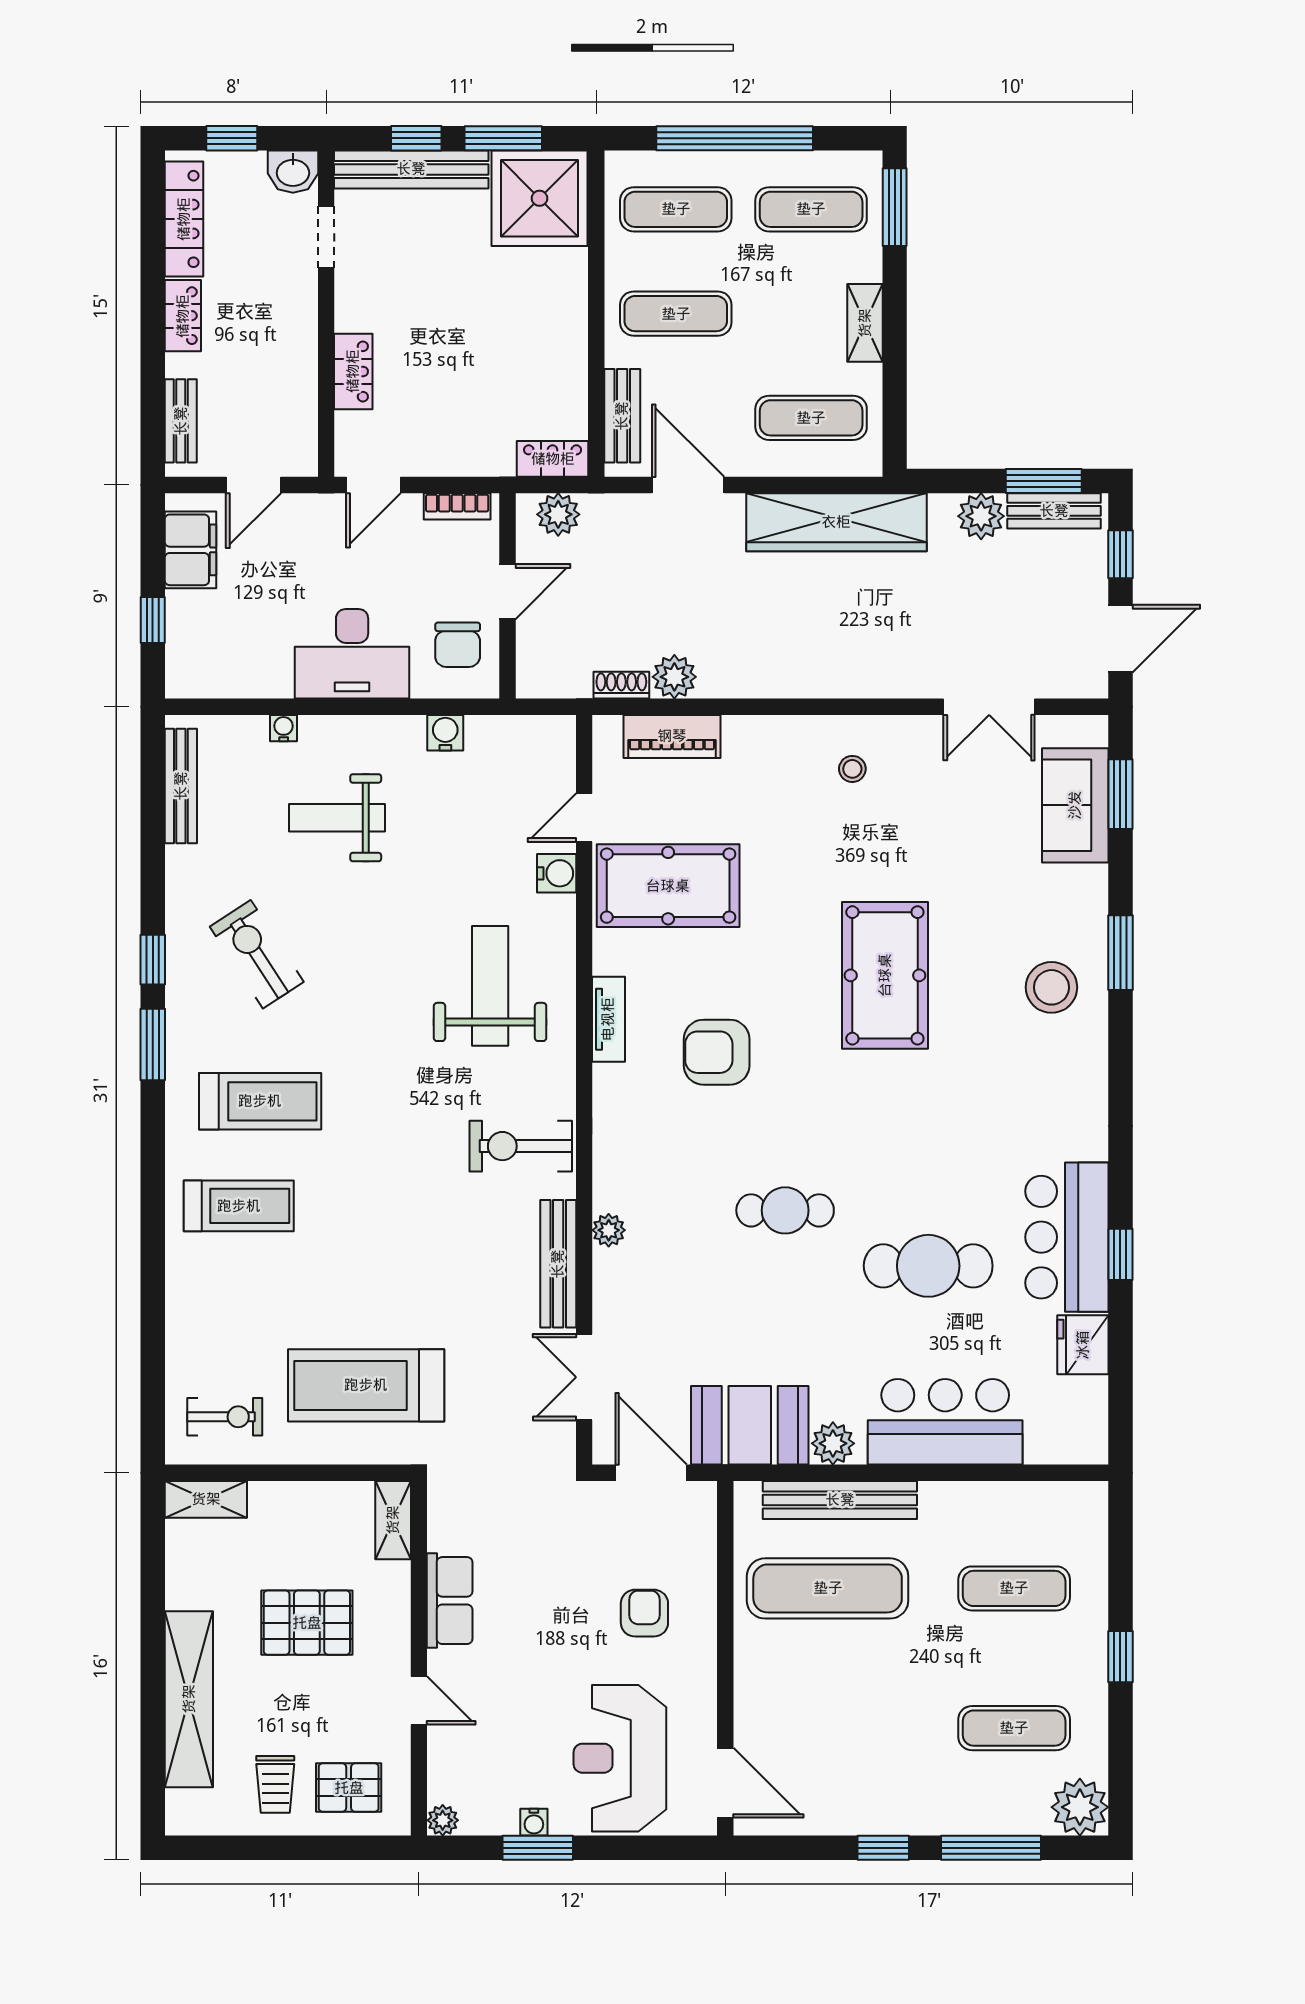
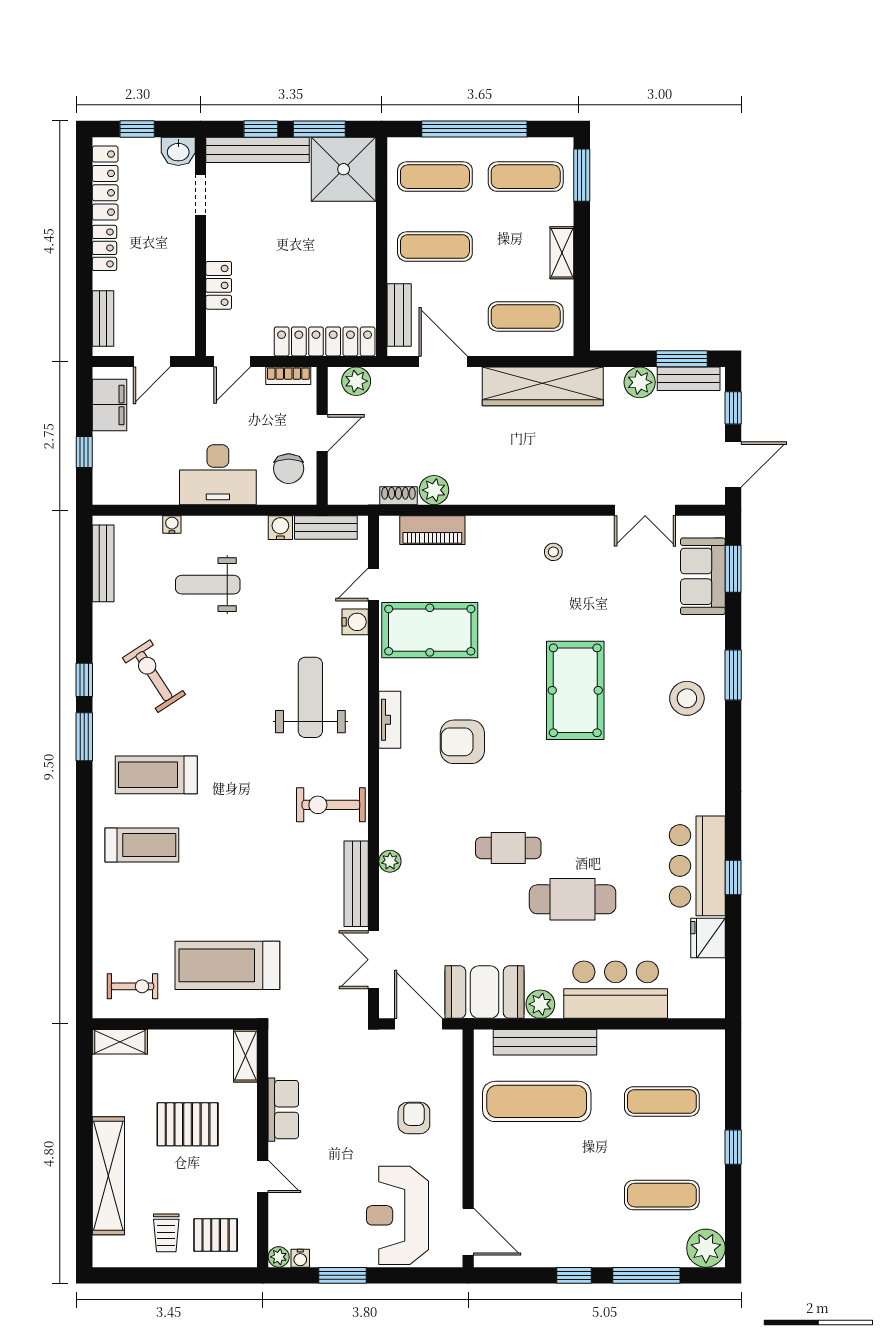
locker: (553, 459) -> (325, 341), width x2.16, depth x1.21
bench: (513, 733) -> (326, 527), added
treadmill: (260, 1101) -> (156, 775), turned 180
cafe table: (928, 1266) -> (573, 899), moved
water cooler: (534, 1822) -> (300, 1258), moved

